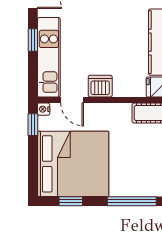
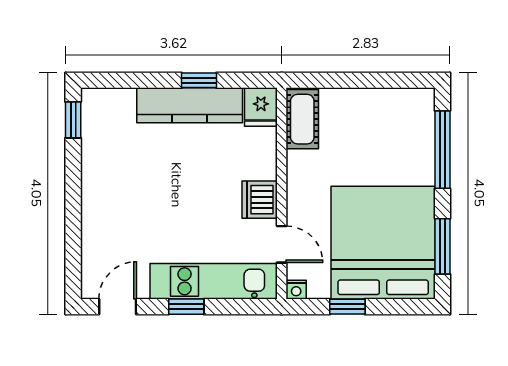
door: (72, 100) -> (282, 244), hinge flipped
window: (33, 125) -> (347, 307), moved
window: (71, 201) -> (443, 246), width x1.50

